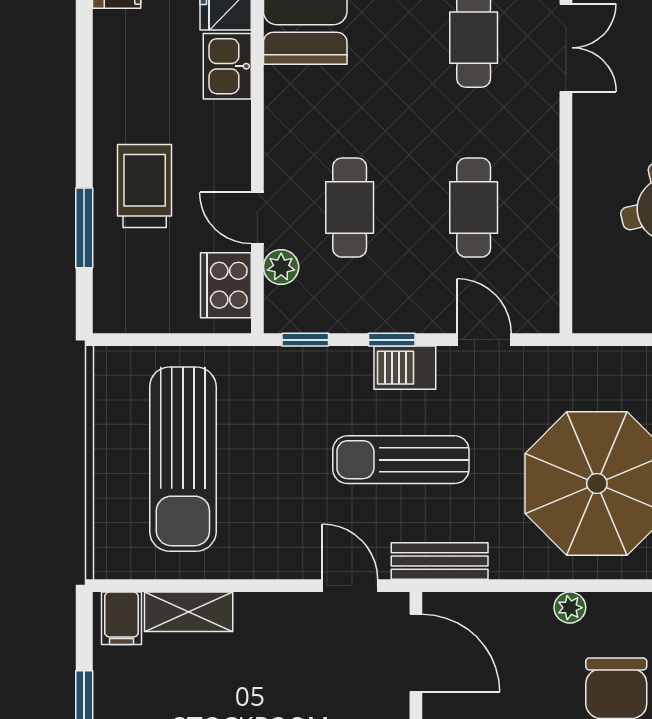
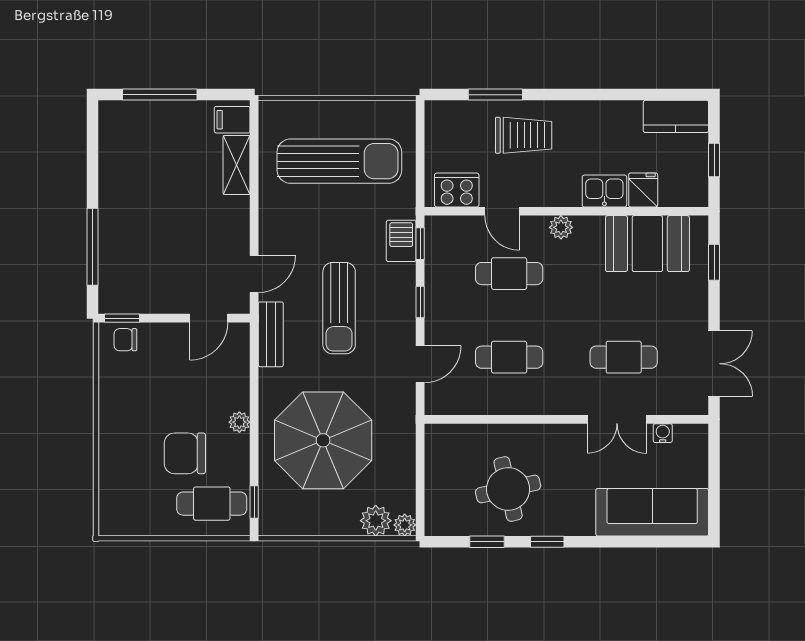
door: (257, 218) -> (502, 211), swing flipped
plant: (281, 267) -> (561, 227), moved
barbecue: (405, 368) -> (401, 241), moved
sun lounger: (183, 459) -> (339, 161), turned 180
sun lounger: (401, 460) -> (339, 308), turned 180
door: (416, 653) -> (209, 318), width x0.73

